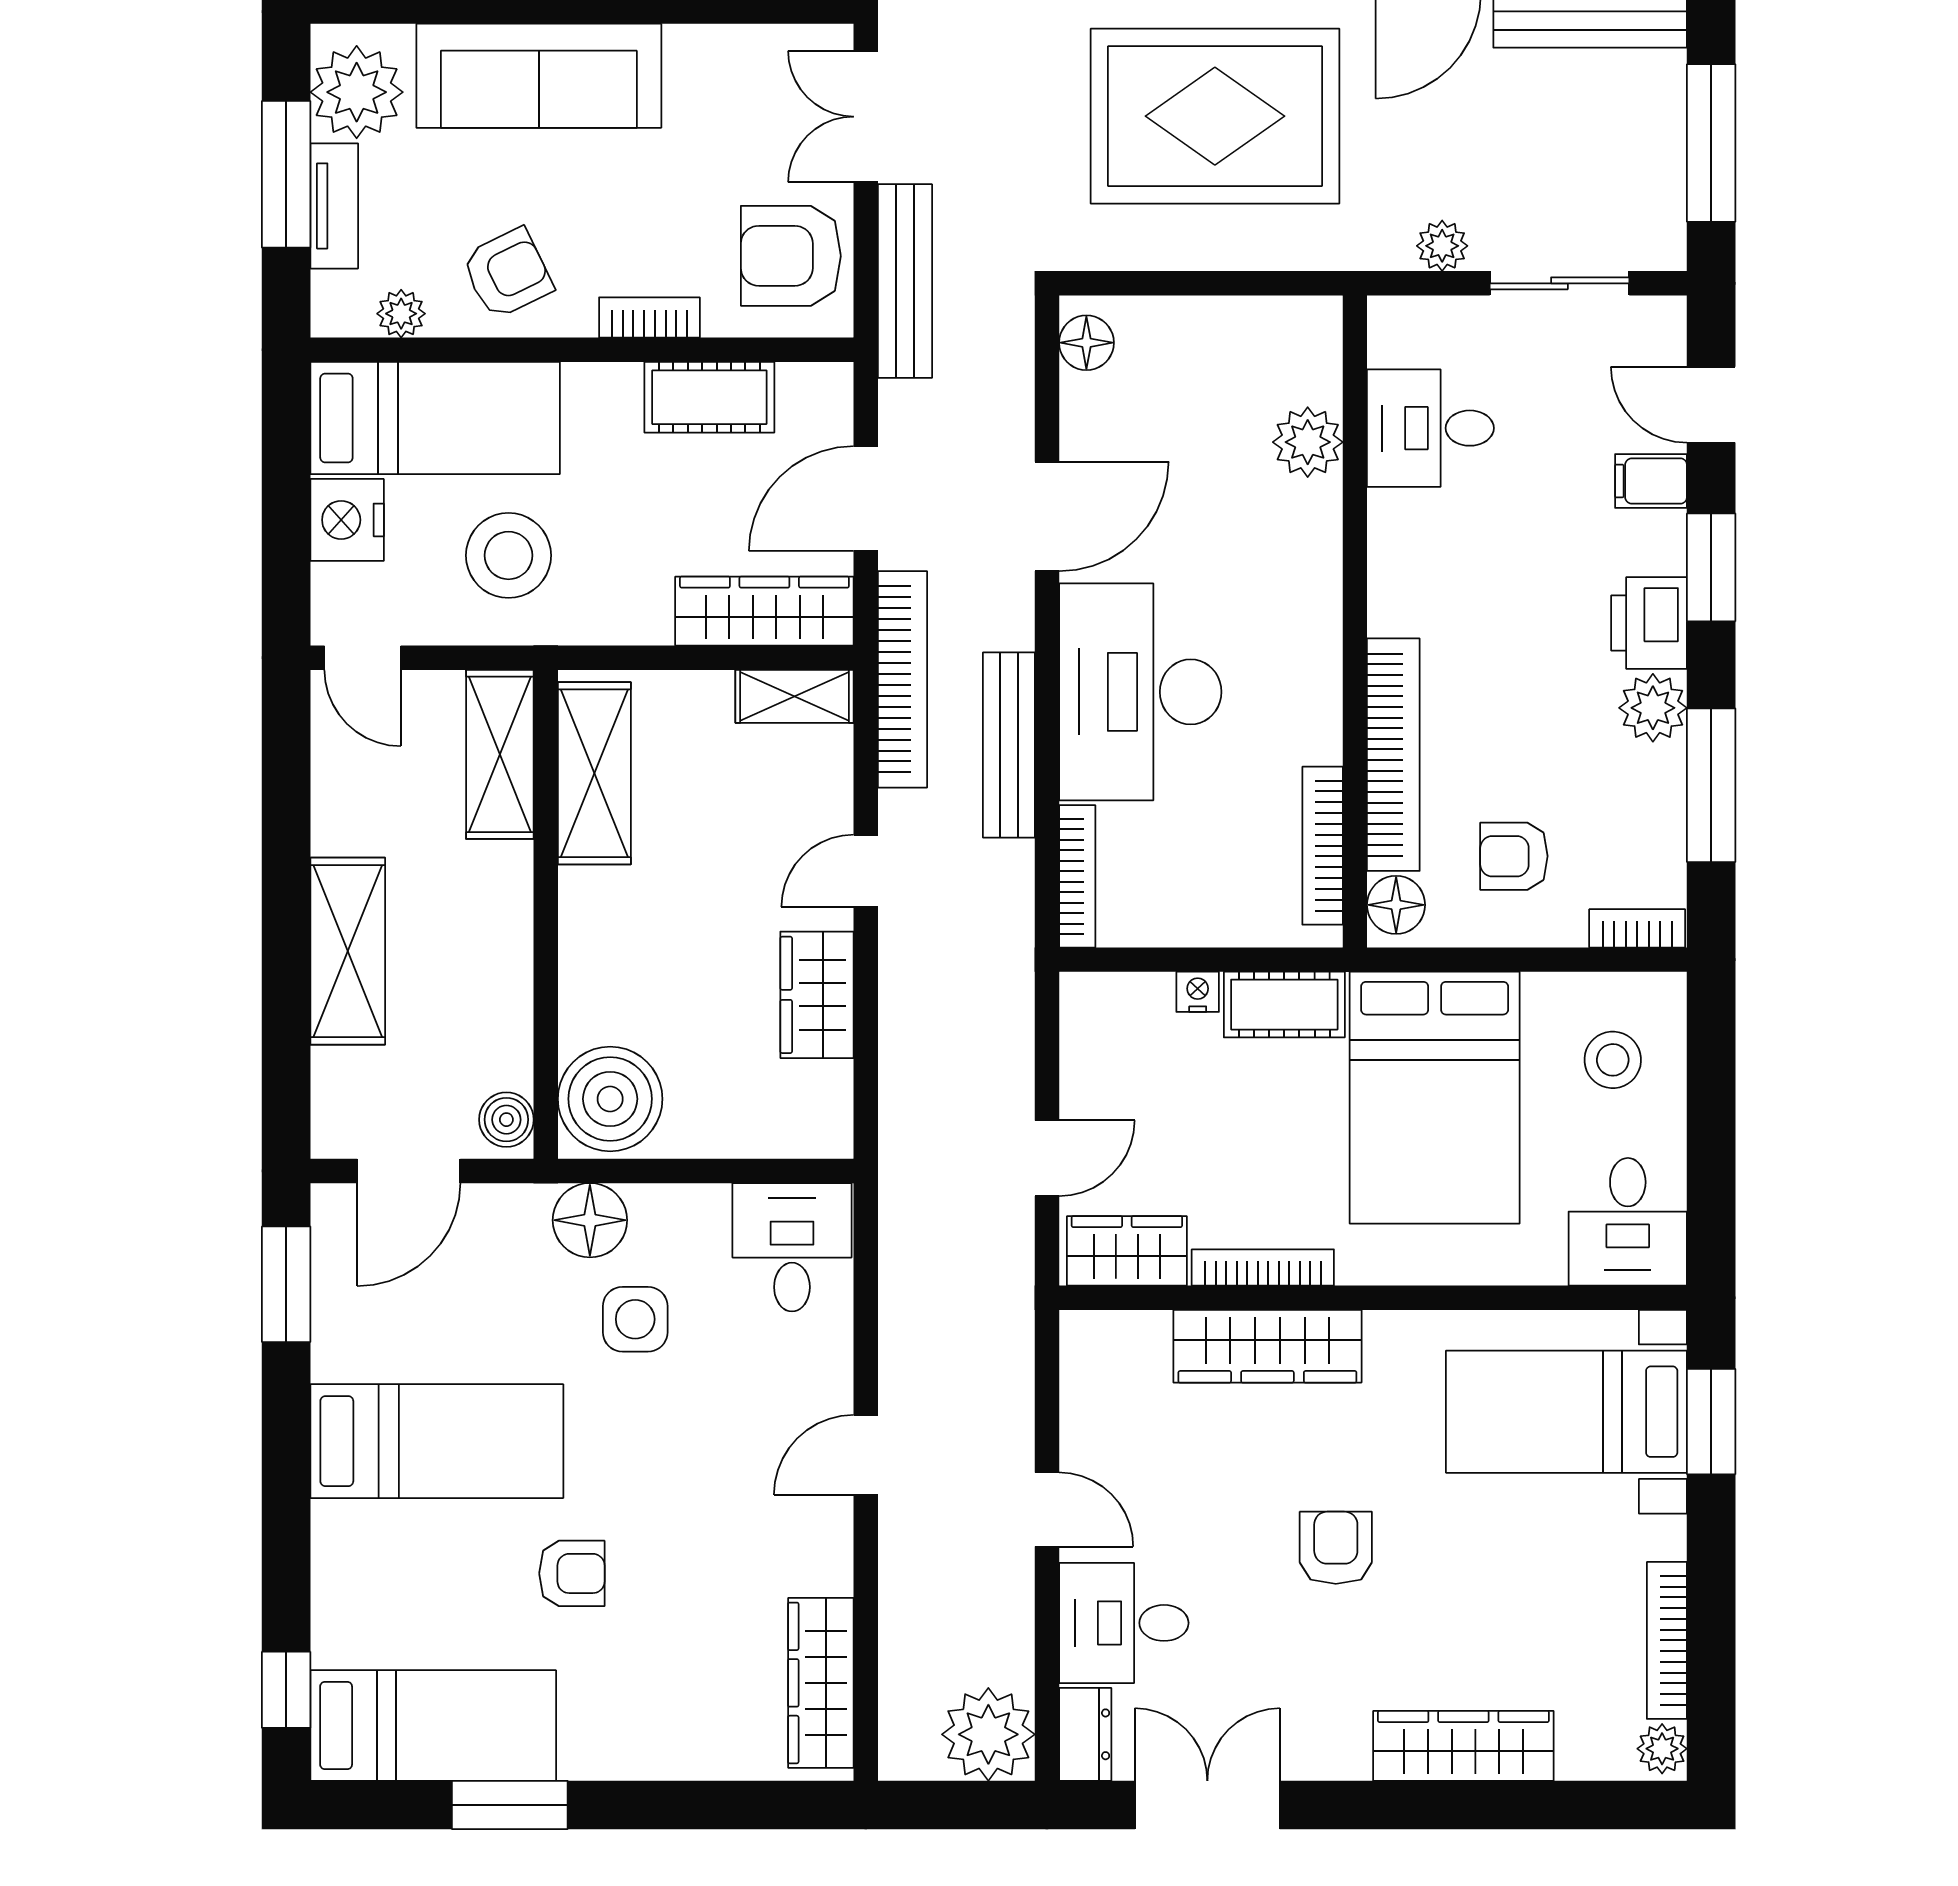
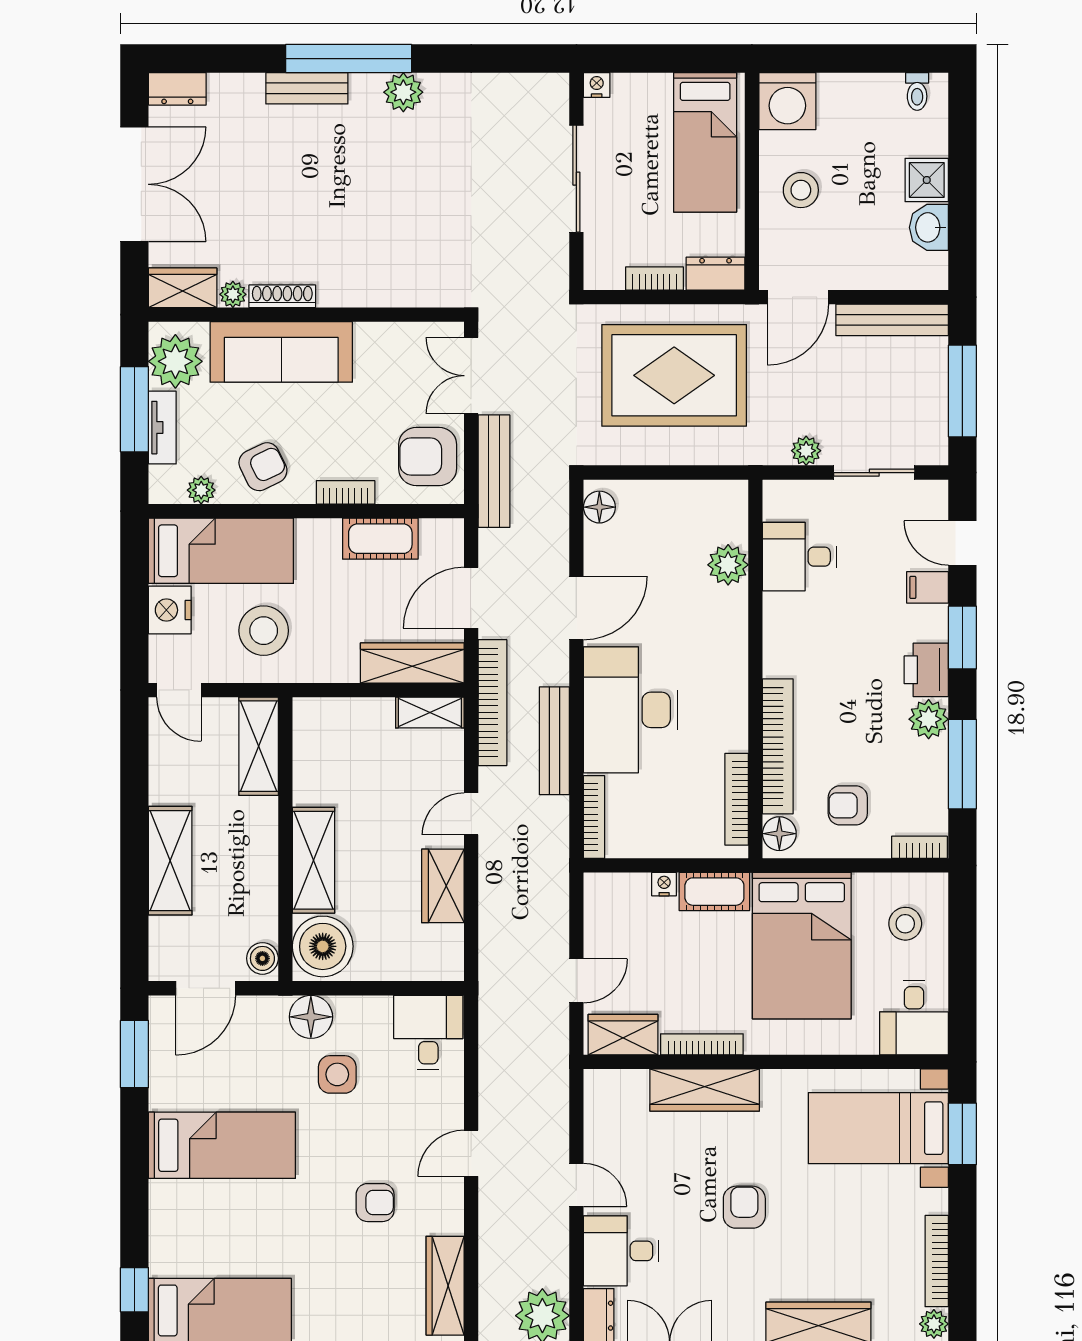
shelving: (594, 773) -> (313, 860), moved
armchair: (572, 1573) -> (375, 1203), moved

